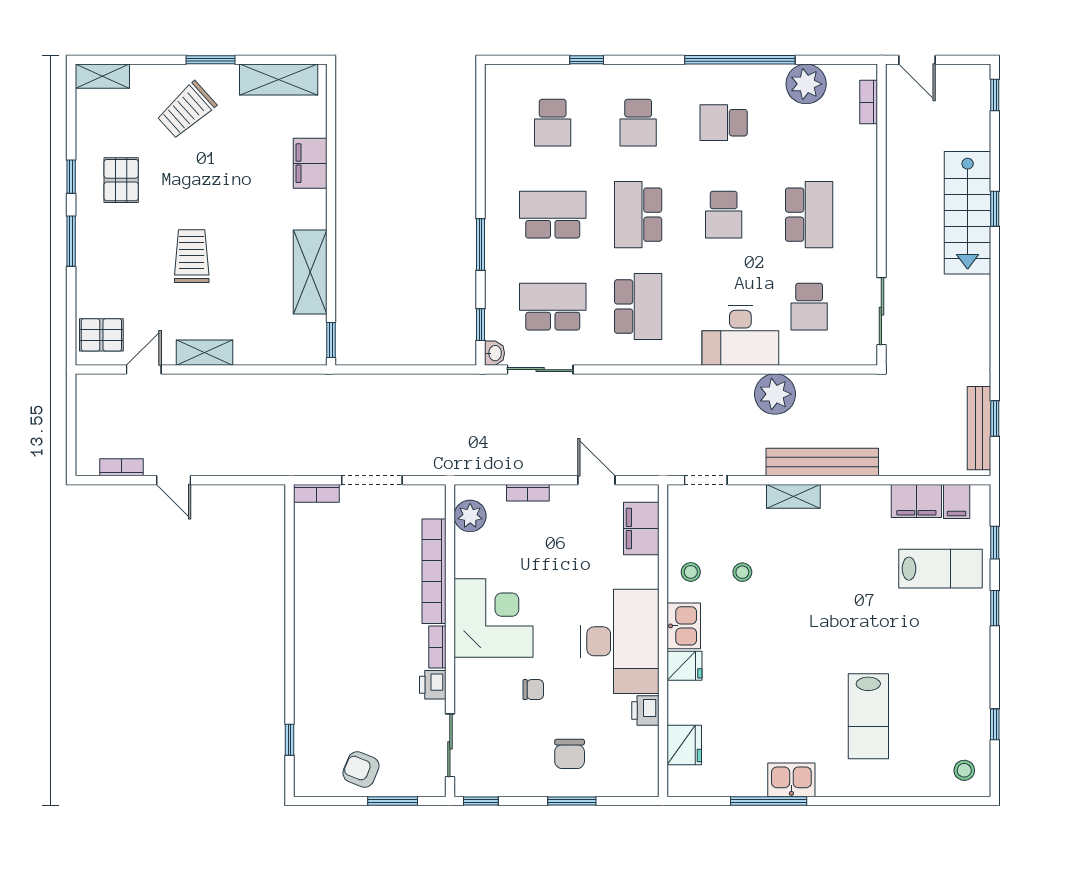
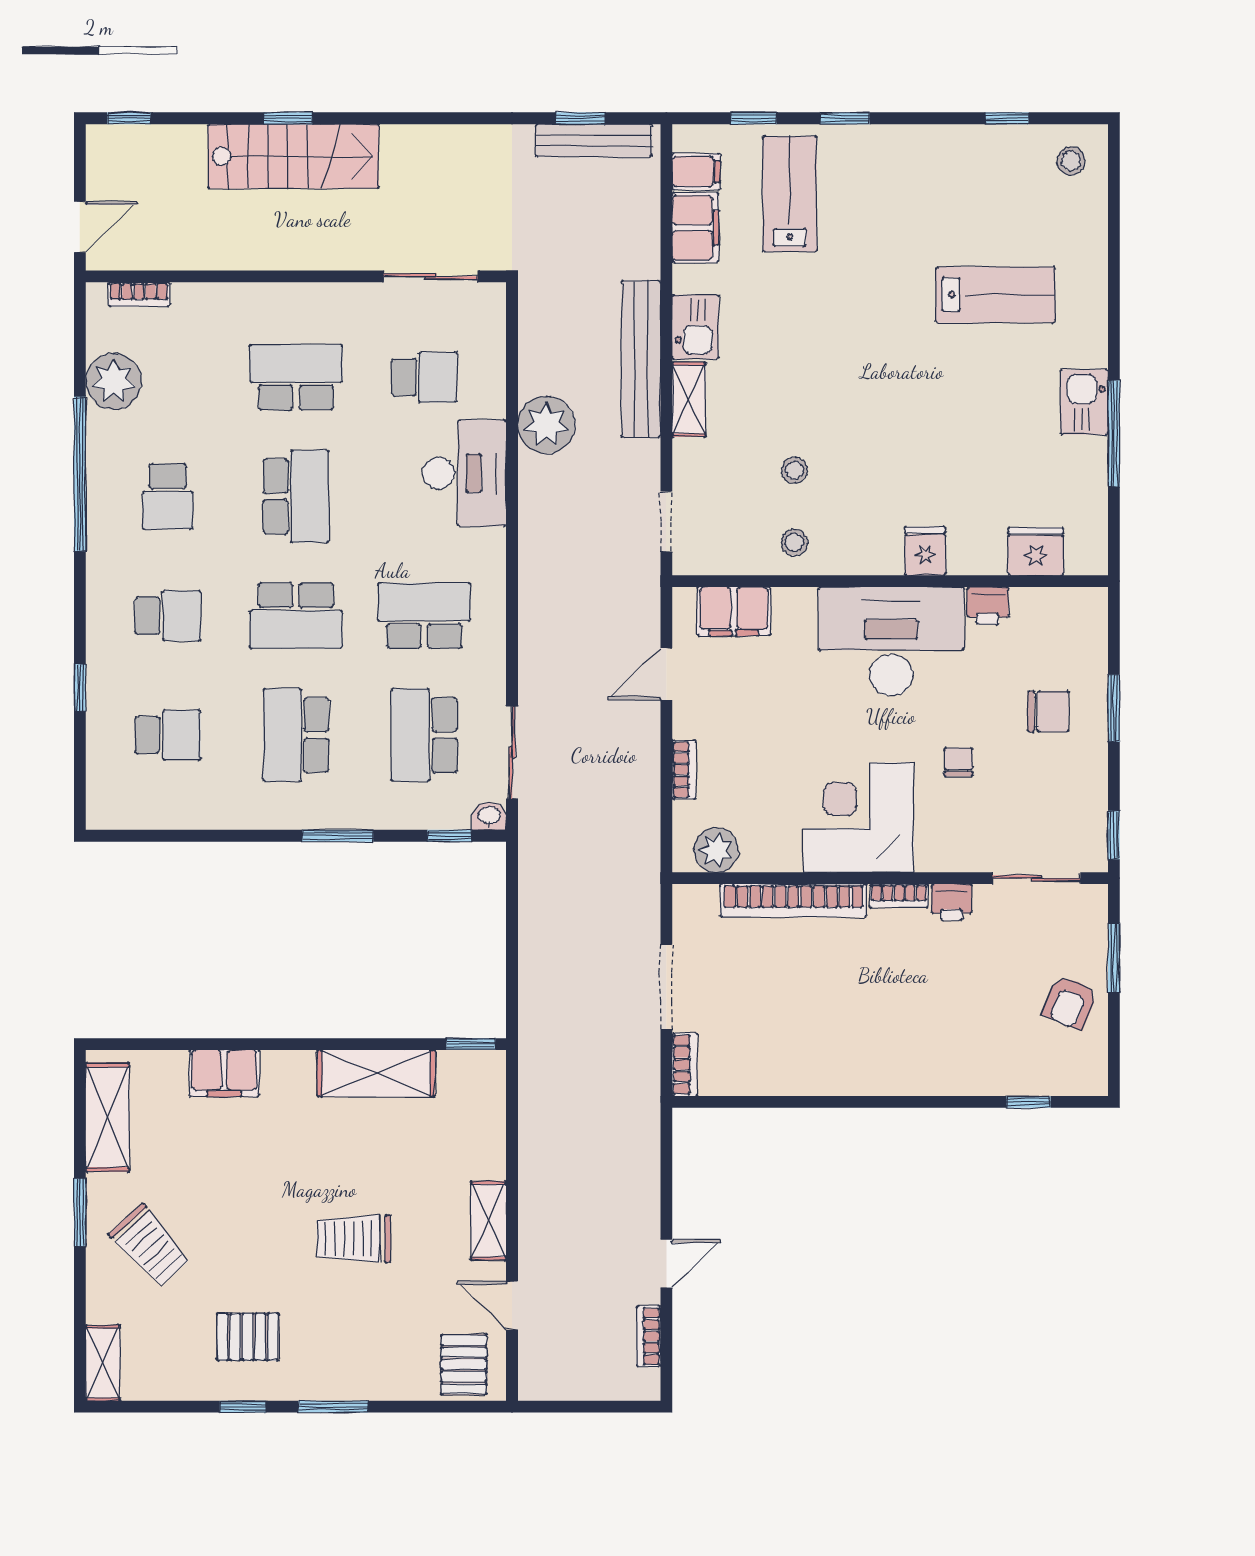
school desk: (724, 215) -> (296, 496), width x1.85
kitchen sink: (684, 626) -> (695, 327), moved, turned 90

